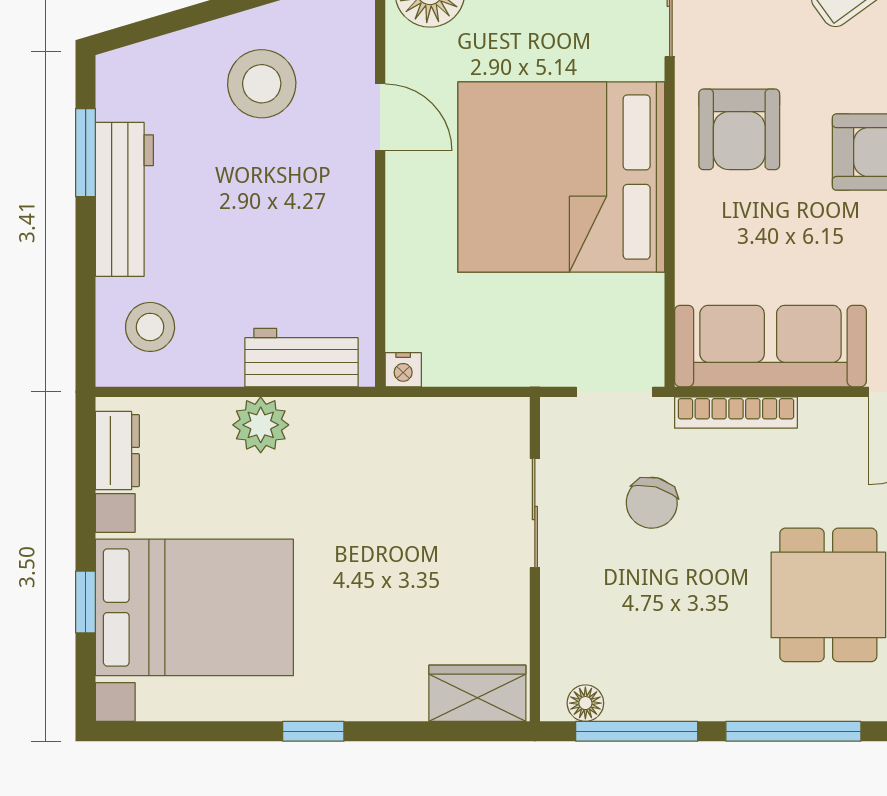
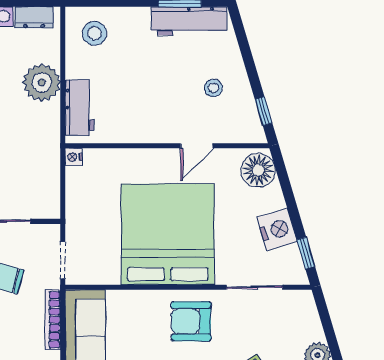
stool: (262, 84) -> (213, 88), width x0.53, depth x0.53
workbench: (124, 199) -> (189, 21), moved
plant: (261, 425) -> (42, 82), width x1.36, depth x1.36

